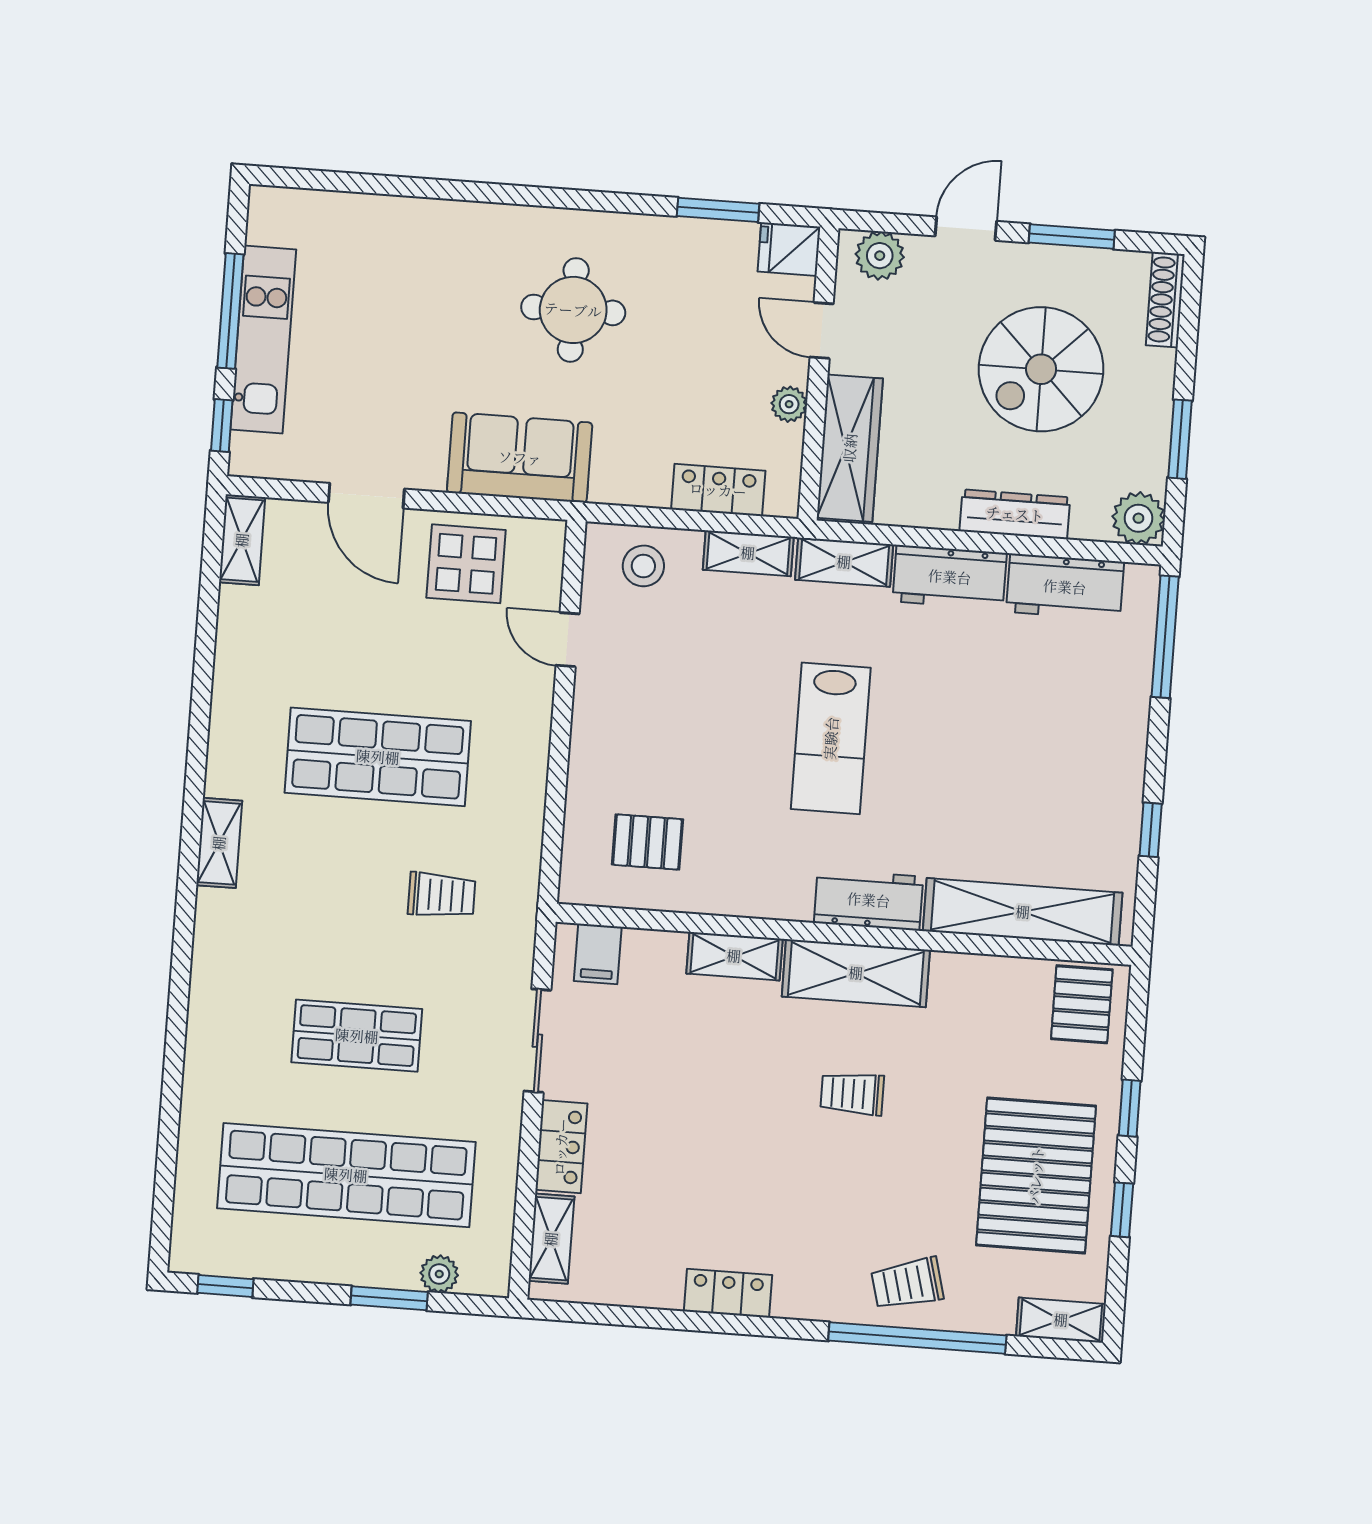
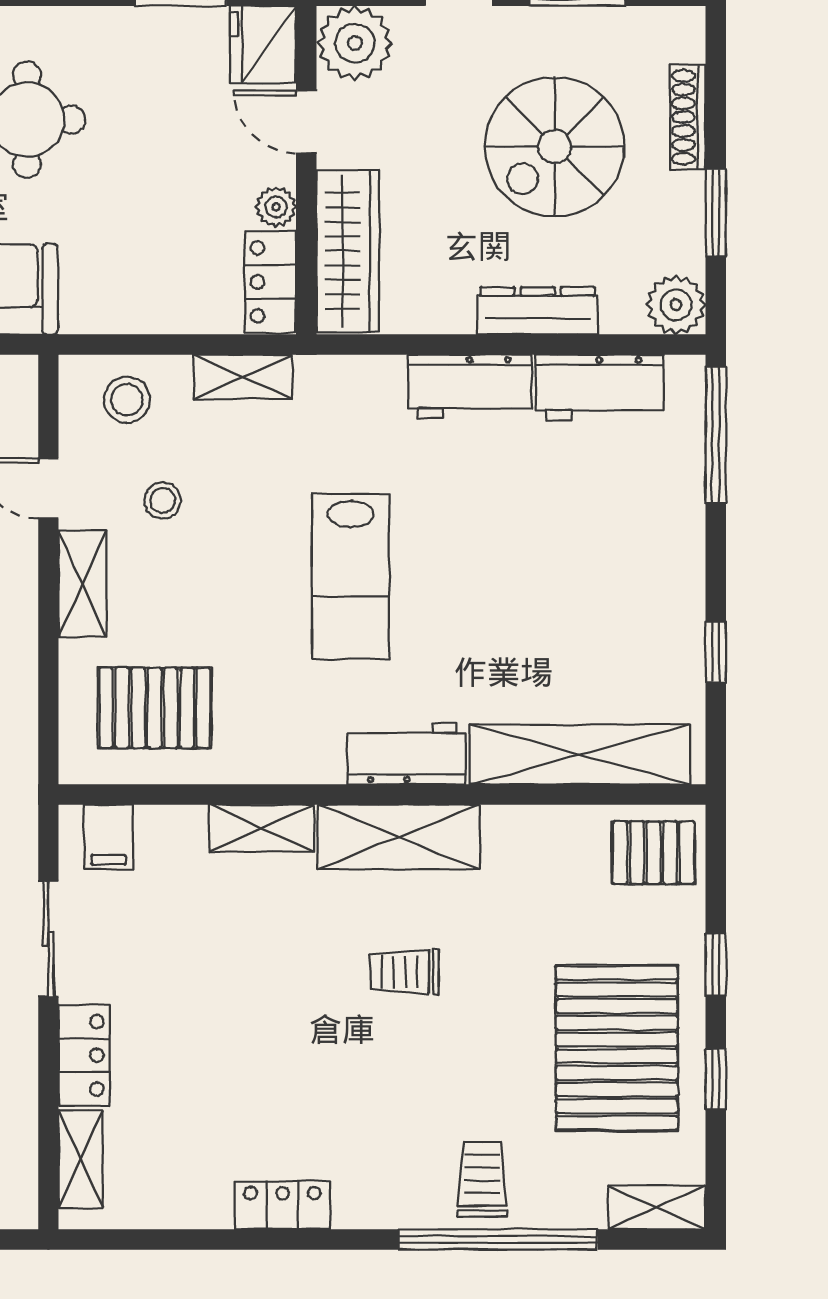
fridge: (789, 249) -> (263, 44), width x1.38
plant: (880, 256) -> (355, 43), width x1.36, depth x1.36
shoe rack: (1165, 300) -> (688, 117), moved
locker: (718, 490) -> (270, 282), moved, turned -90
shelving: (844, 562) -> (82, 584), moved, turned 90
stool: (668, 658) -> (163, 500), added
pallet: (647, 842) -> (155, 708), width x1.50, depth x1.42
pallet: (1082, 1004) -> (654, 853), turned 90
trolley: (907, 1283) -> (482, 1179), turned 105

